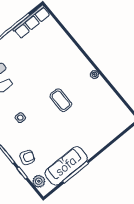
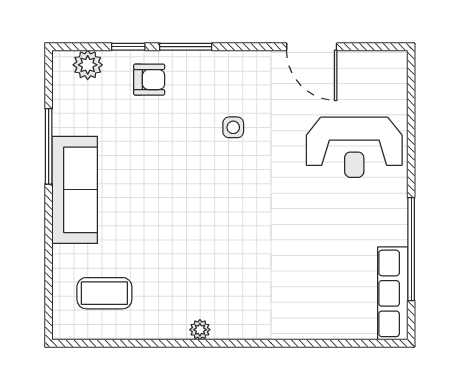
coffee table: (61, 100) -> (104, 293), moved
armchair: (27, 157) -> (149, 80), turned -109
sofa: (66, 166) -> (75, 190), moved

